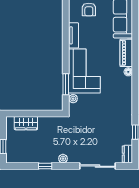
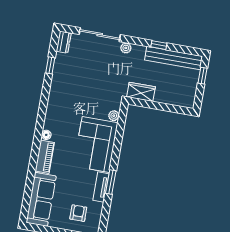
window: (66, 84) -> (111, 182), moved
wardrobe: (26, 123) -> (141, 92), moved
bench: (31, 157) -> (174, 58), added
plant: (63, 159) -> (126, 48), moved

